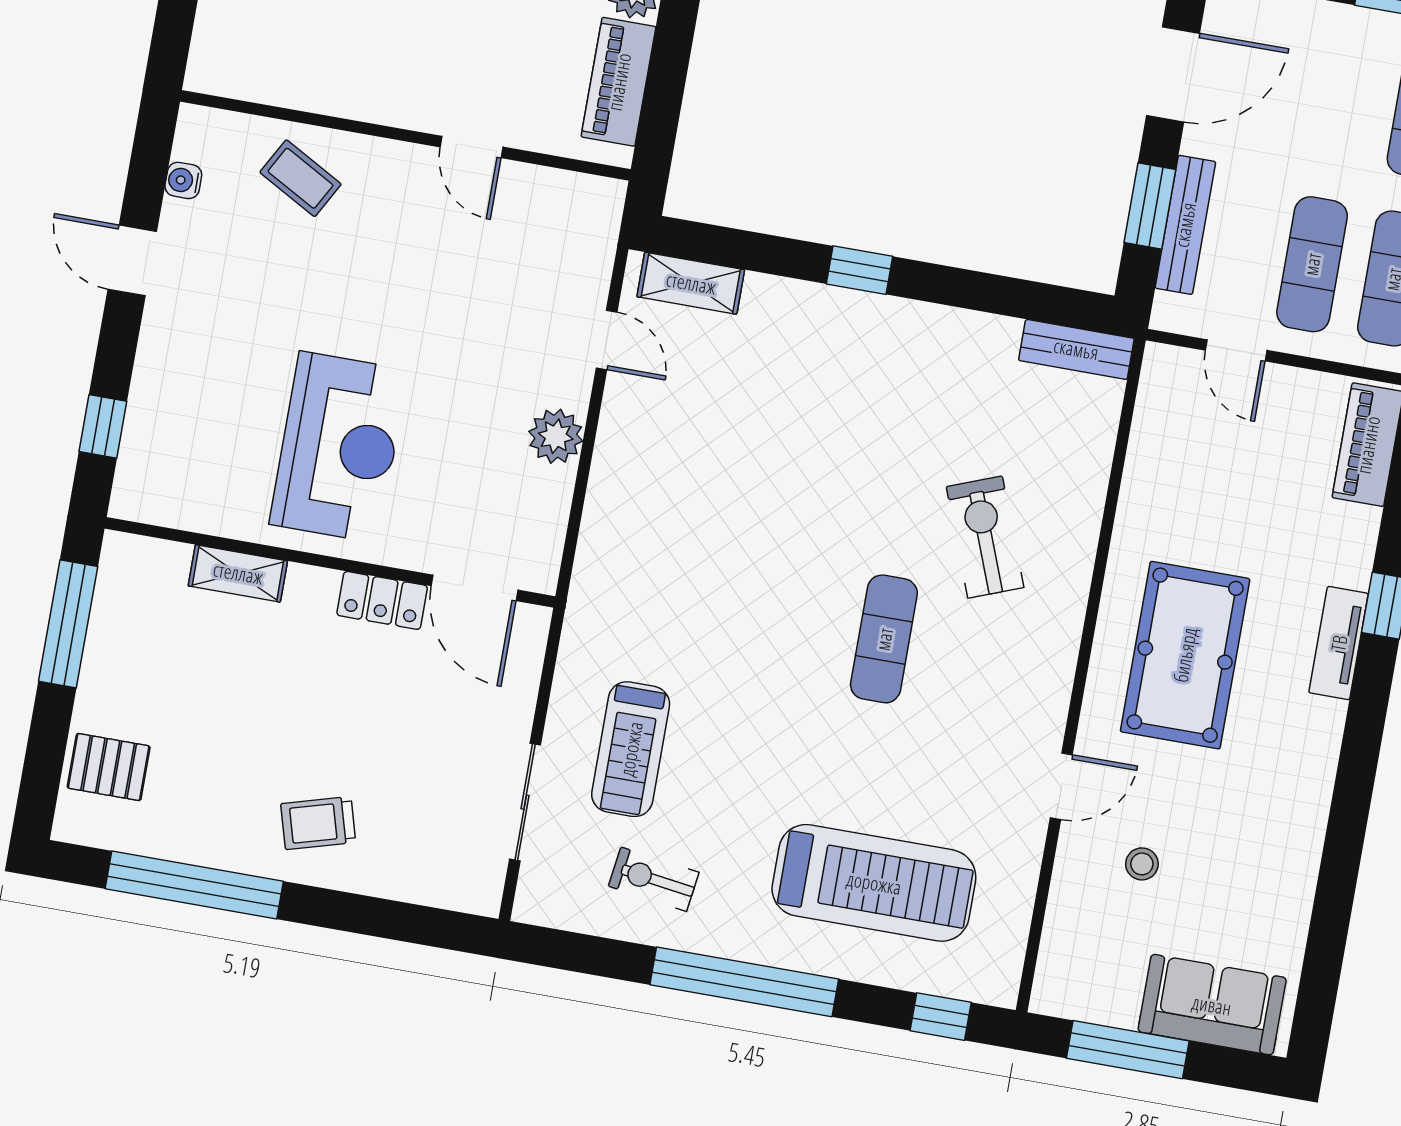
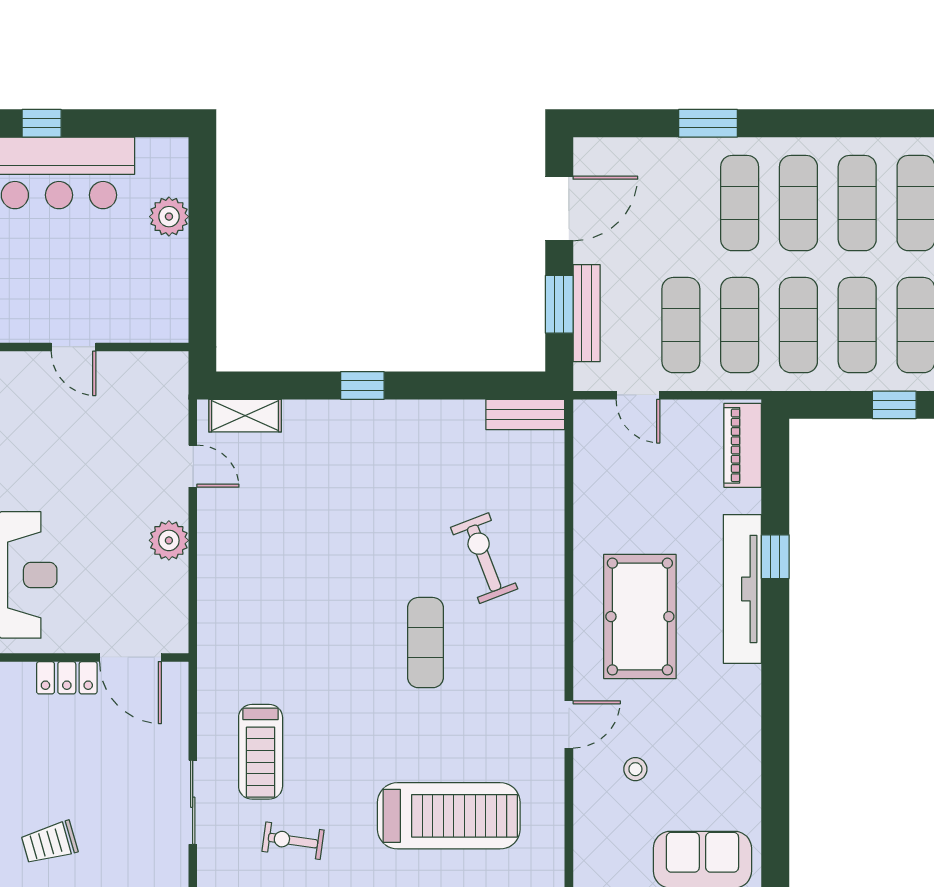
piano: (619, 82) -> (169, 283), removed
tv unit: (1339, 643) -> (742, 589), width x1.92, depth x1.29

